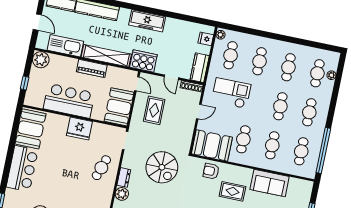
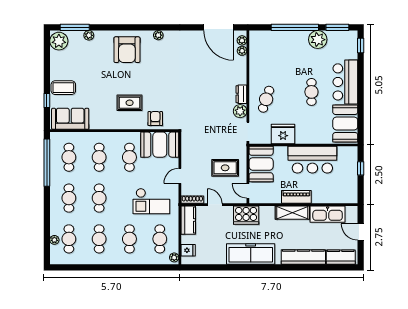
freezer: (147, 21) -> (251, 254), width x1.36, depth x1.26
shelving: (106, 56) -> (292, 213), width x0.68
plant: (41, 60) -> (349, 195), removed
rug: (154, 110) -> (225, 168), turned 90
fridge: (79, 129) -> (283, 134), moved
cafe table: (57, 166) -> (311, 92), added
spiral stairs: (162, 167) -> (205, 112), removed
armchair: (211, 171) -> (155, 119), turned -90
sofa: (270, 183) -> (70, 119), moved
plant: (122, 194) -> (240, 111), moved

